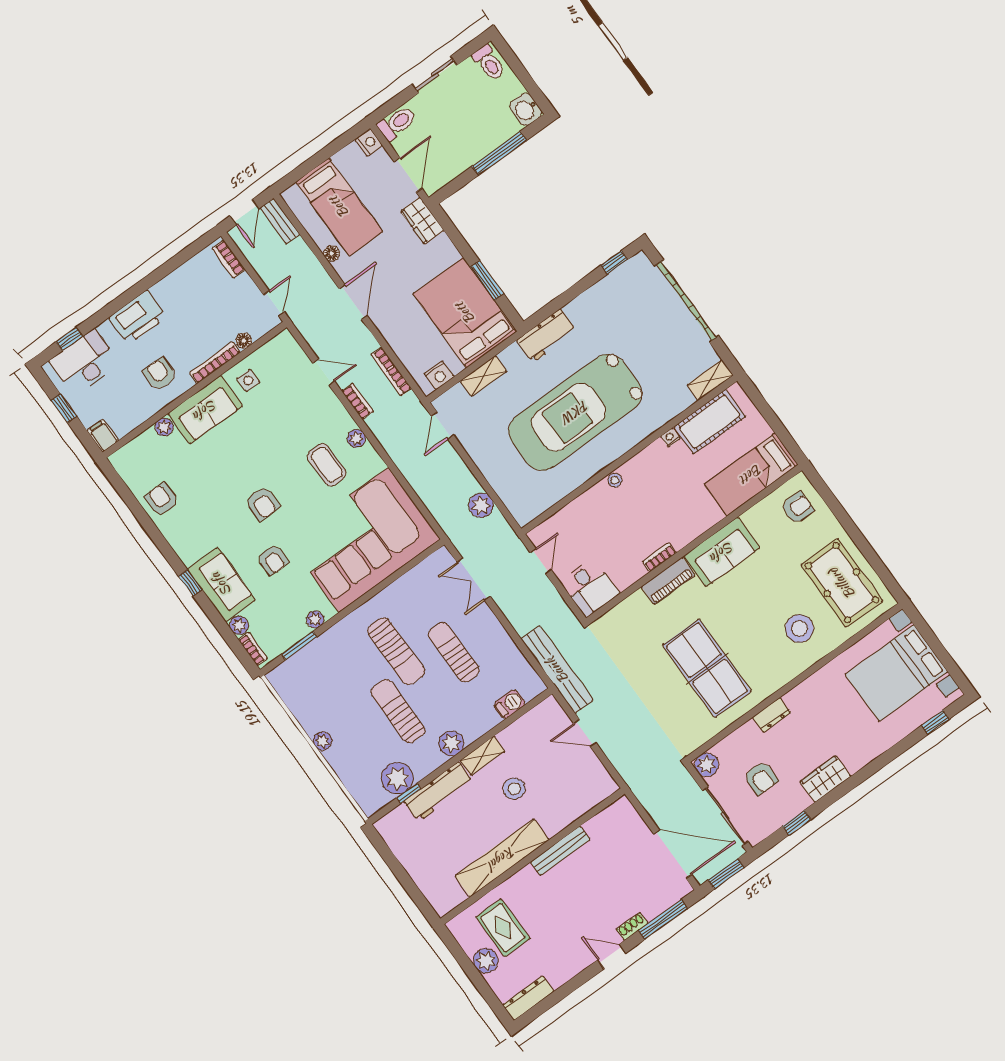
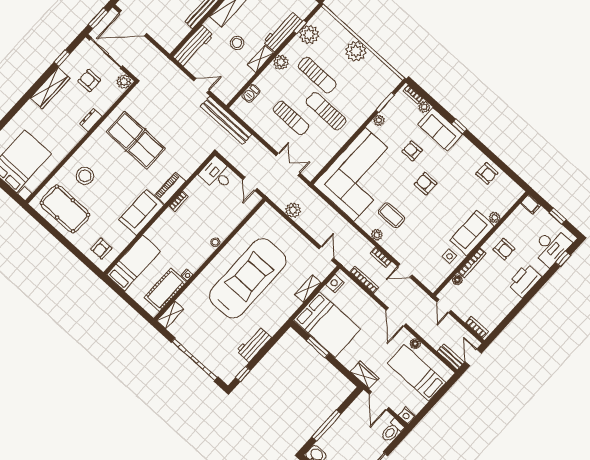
workbench: (547, 335) -> (254, 344), moved
plant: (323, 741) -> (356, 51), width x1.88, depth x1.88
wardrobe: (825, 779) -> (50, 88), width x1.50
workbench: (585, 798) -> (193, 46), added

